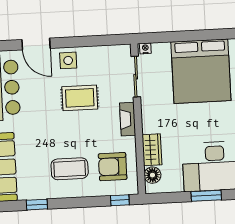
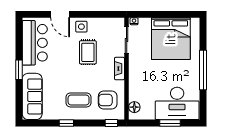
rug: (80, 98) -> (88, 52), turned 90
wardrobe: (152, 150) -> (135, 90), removed
window: (37, 205) -> (66, 123), moved

